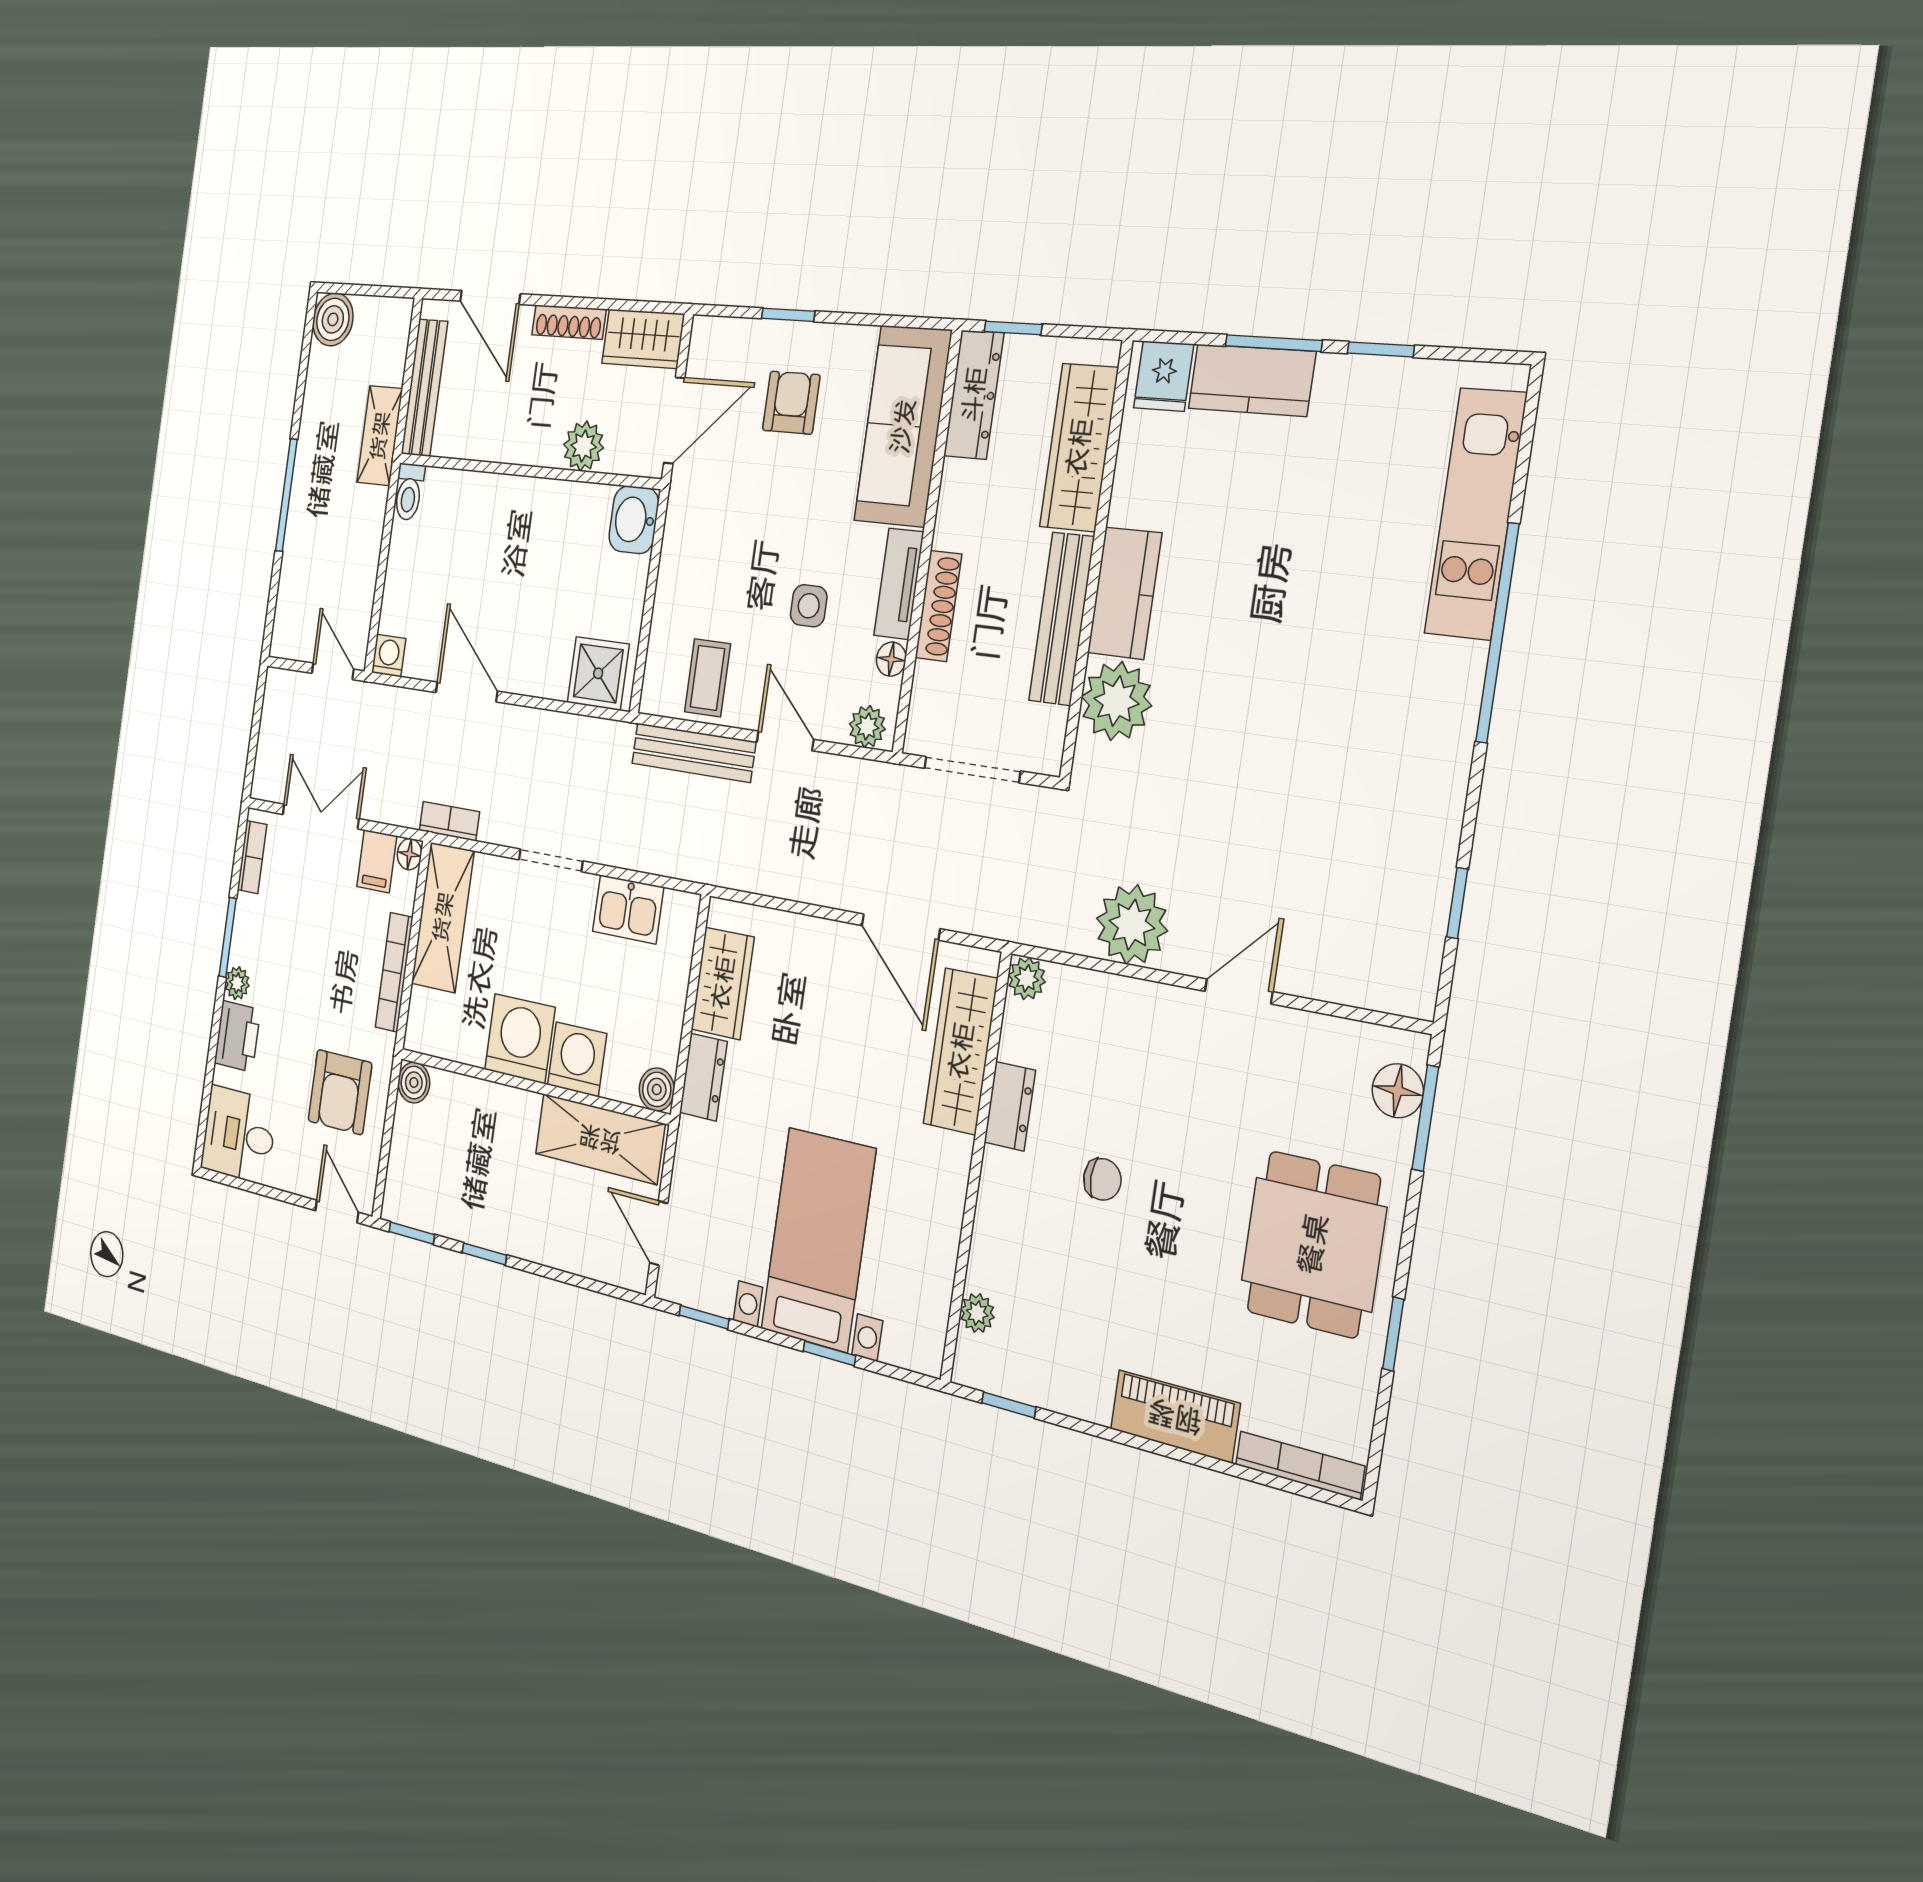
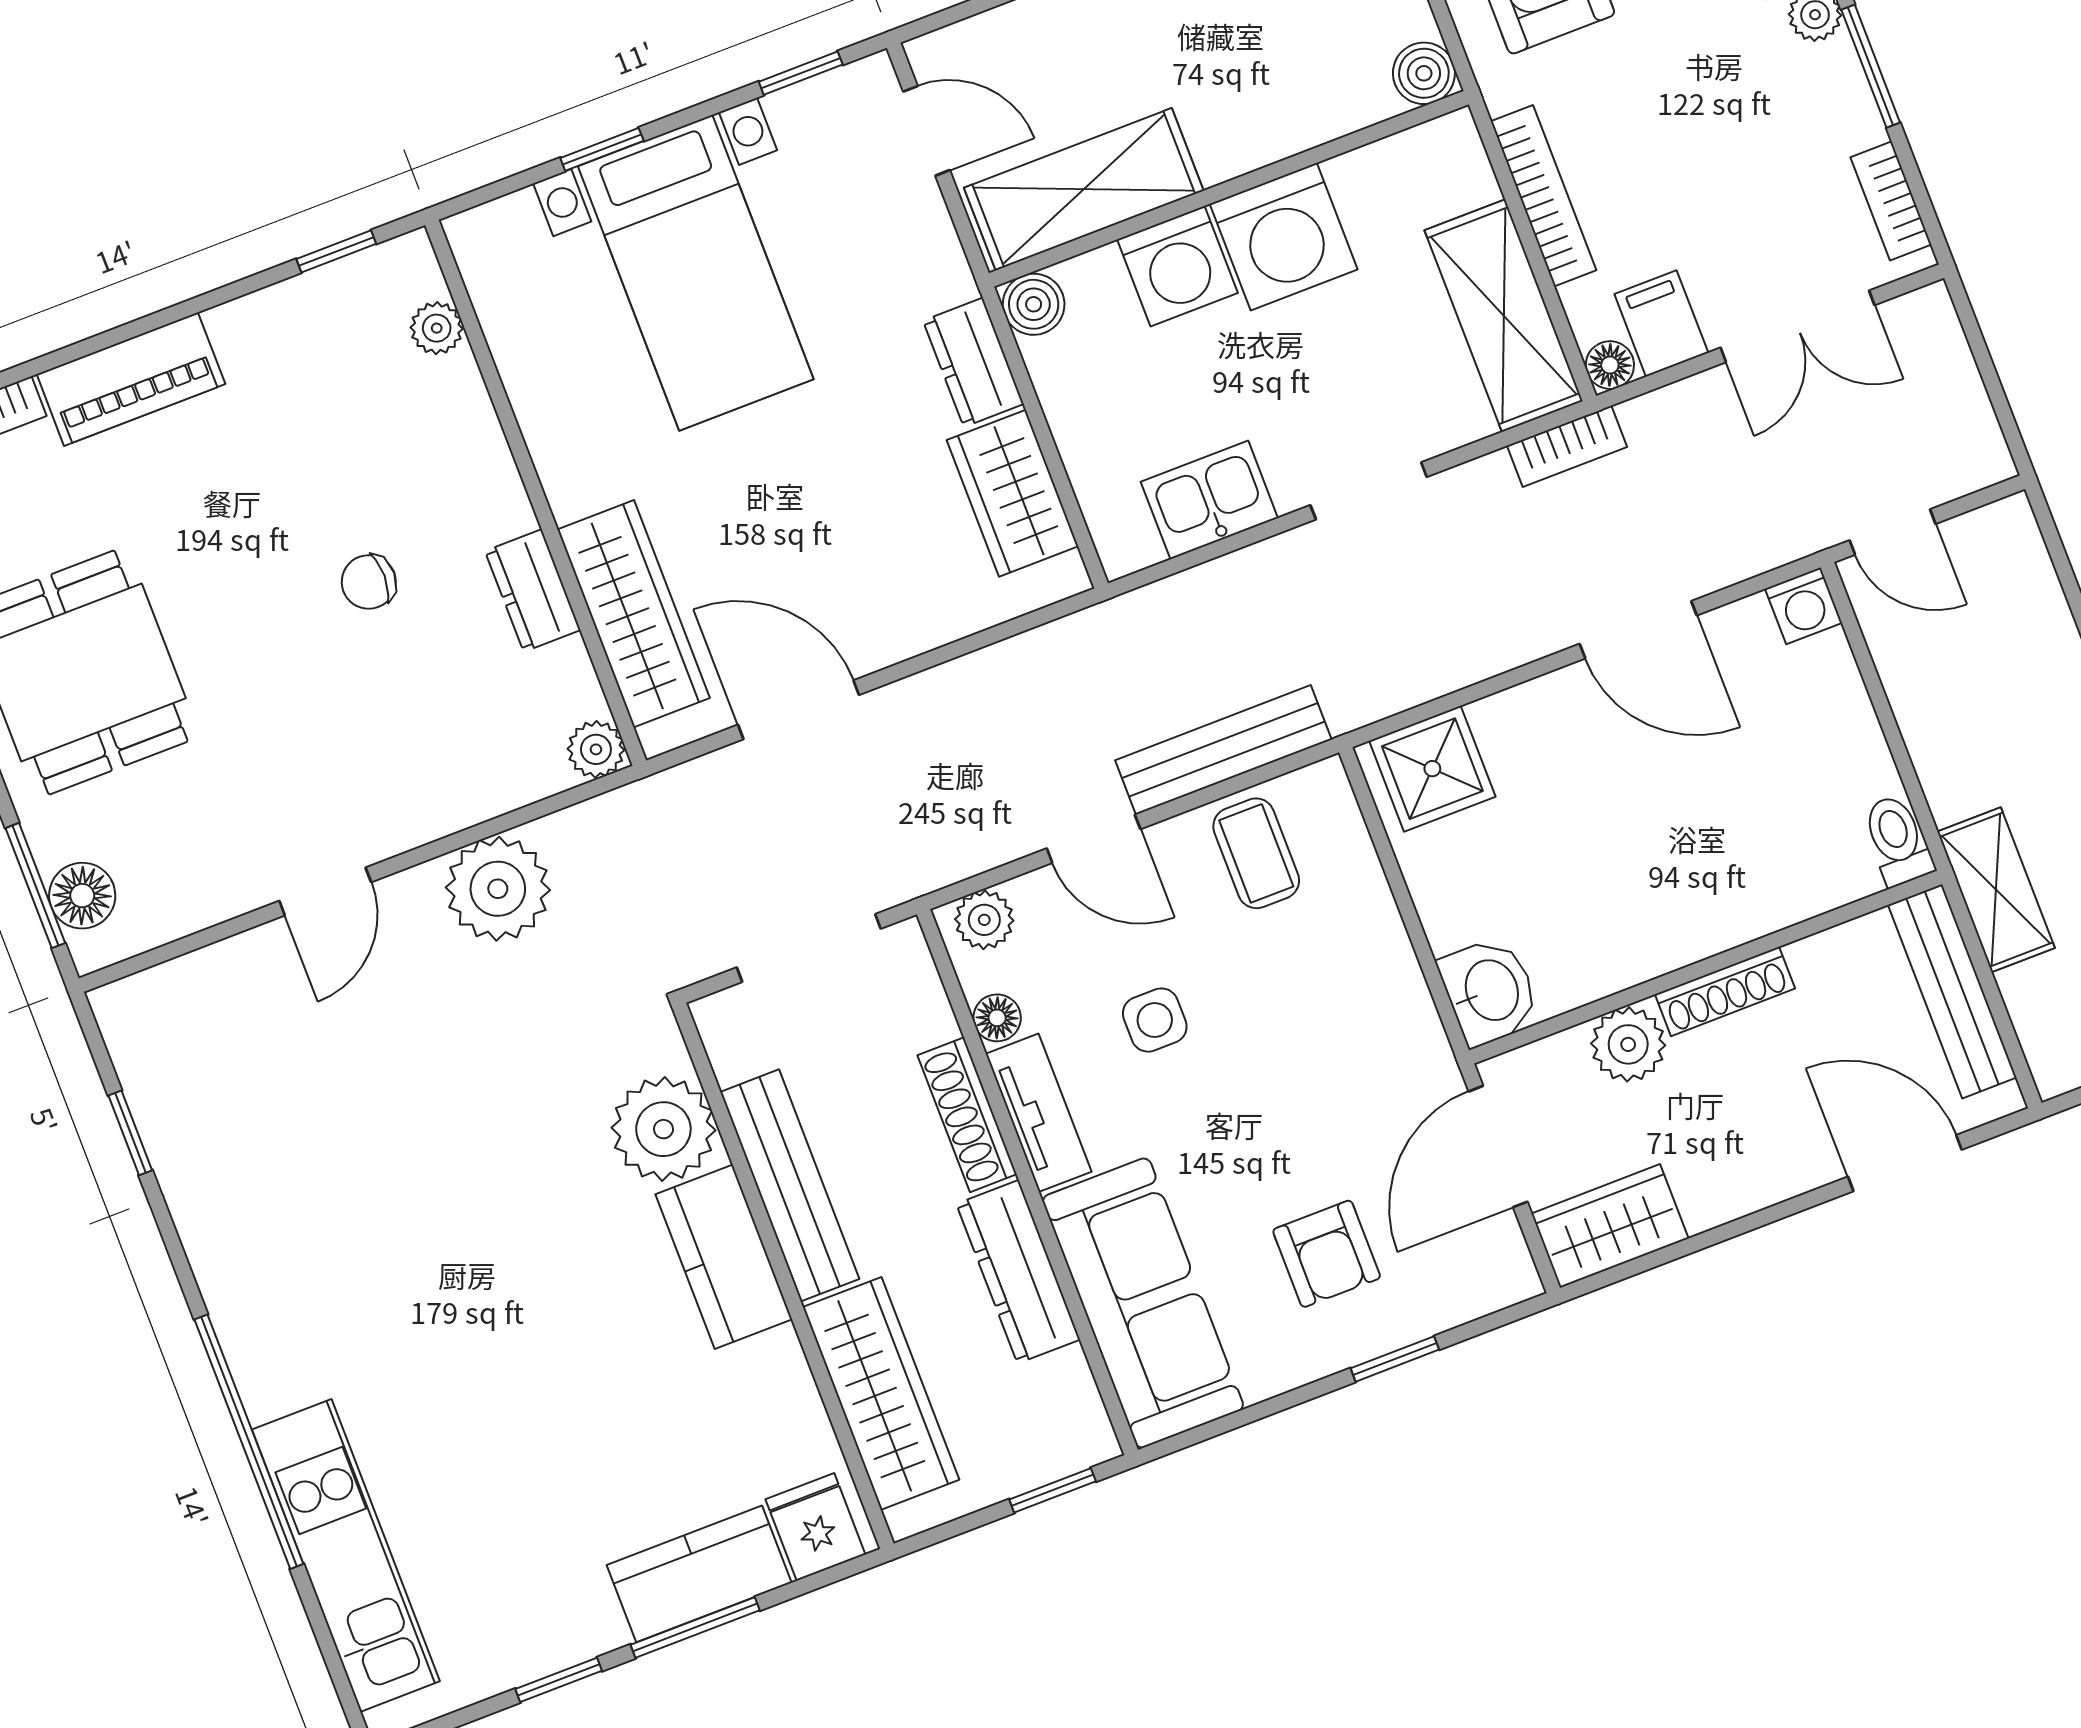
shoe rack: (569, 322) -> (1725, 991), moved, turned 180
dresser: (974, 395) -> (1018, 1272), moved

